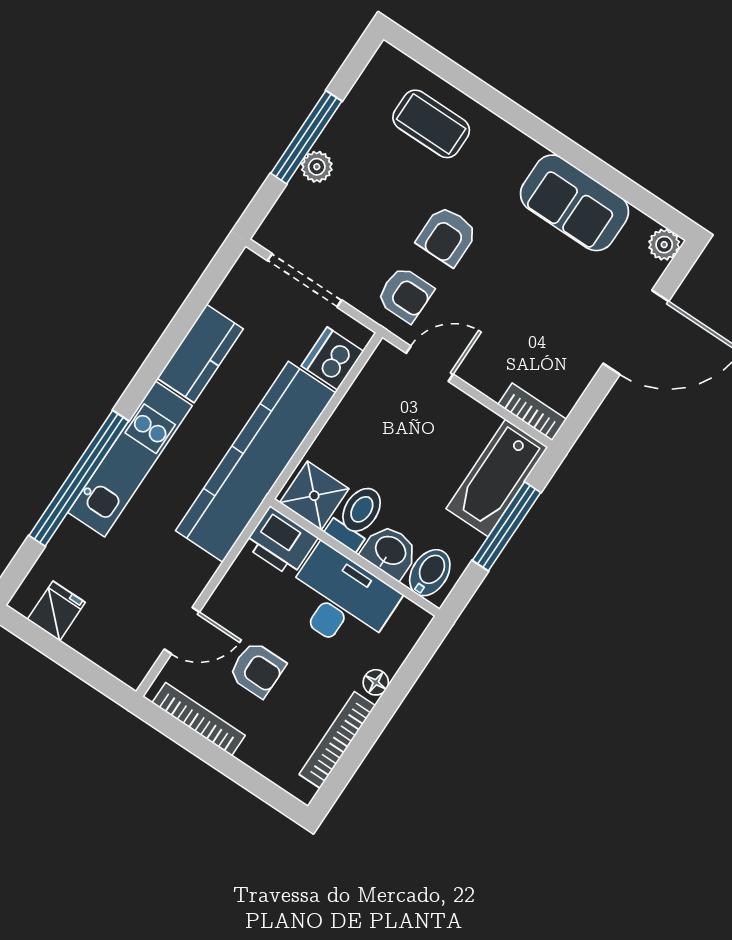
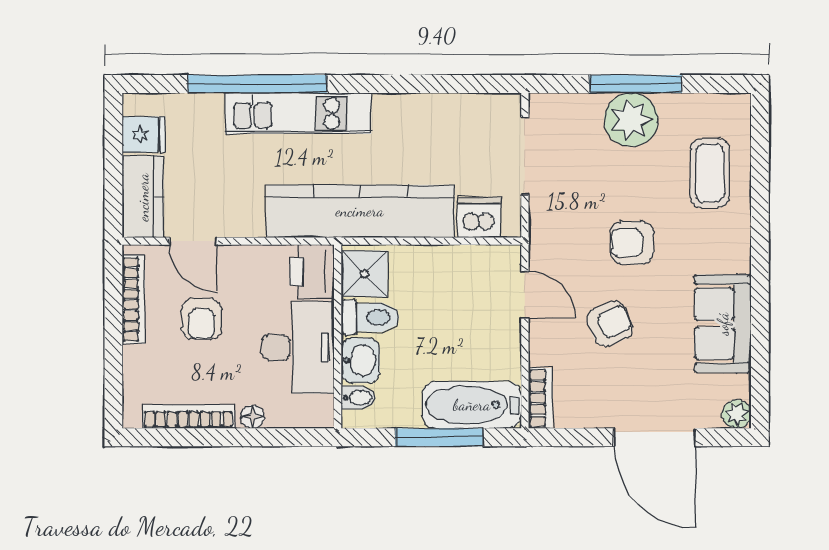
plant: (317, 167) -> (631, 120), width x1.87, depth x1.87
armchair: (405, 295) -> (610, 324), moved, turned -114
kitchen counter: (200, 354) -> (143, 197), moved, turned -90
bidet: (430, 573) -> (358, 398), width x0.72, depth x0.74

